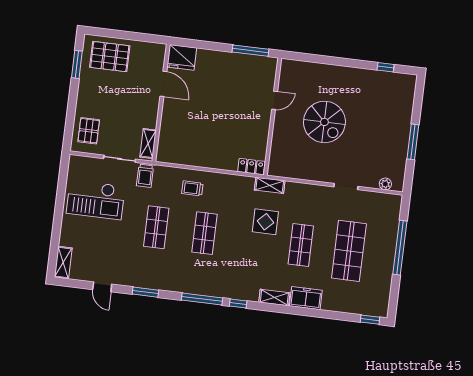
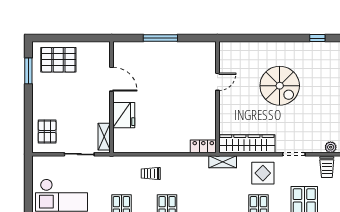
window: (250, 51) -> (160, 38), moved
fridge: (182, 57) -> (124, 115), moved, turned -90
spiral stairs: (324, 122) -> (280, 86), moved
wardrobe: (298, 169) -> (247, 144), added
trolley: (145, 176) -> (327, 167), moved
display table: (265, 222) -> (263, 173), moved

